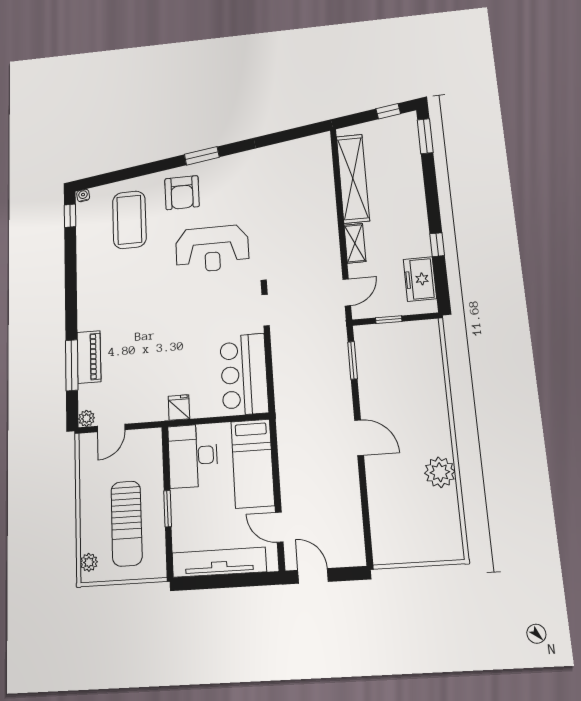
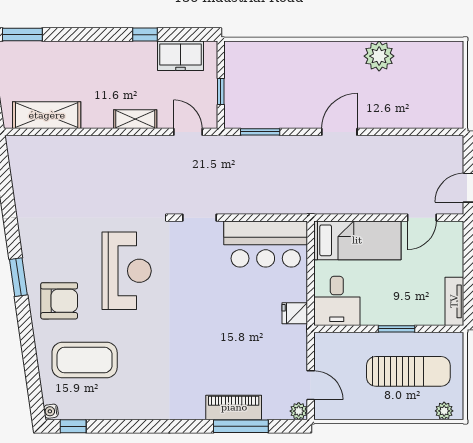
shelving: (353, 178) -> (47, 115), width x0.68
desk: (193, 456) -> (337, 301), width x0.73
tv unit: (219, 562) -> (454, 301), width x0.52, depth x0.78

